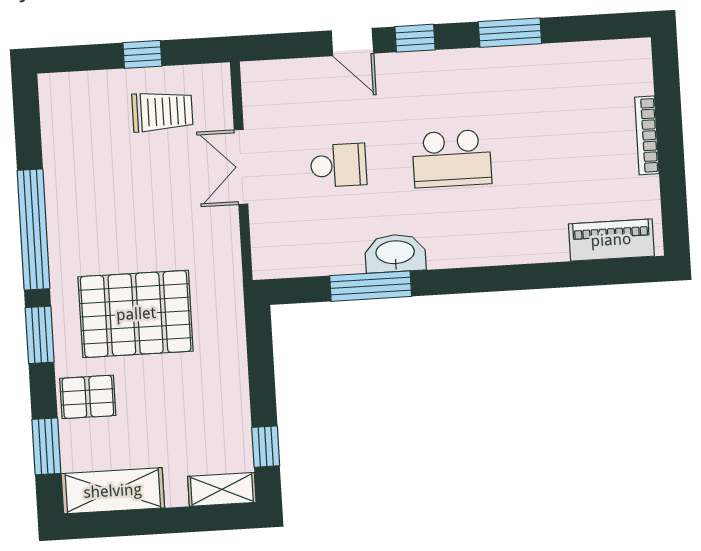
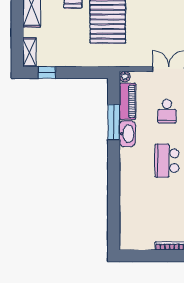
piano: (611, 240) -> (128, 101), moved
plant: (264, 267) -> (125, 76), added

